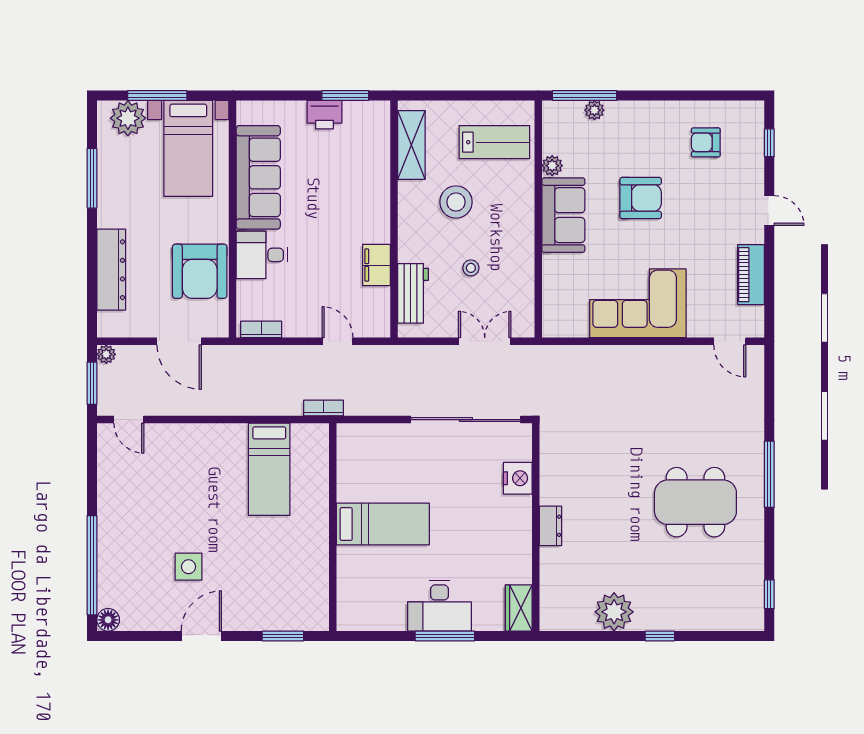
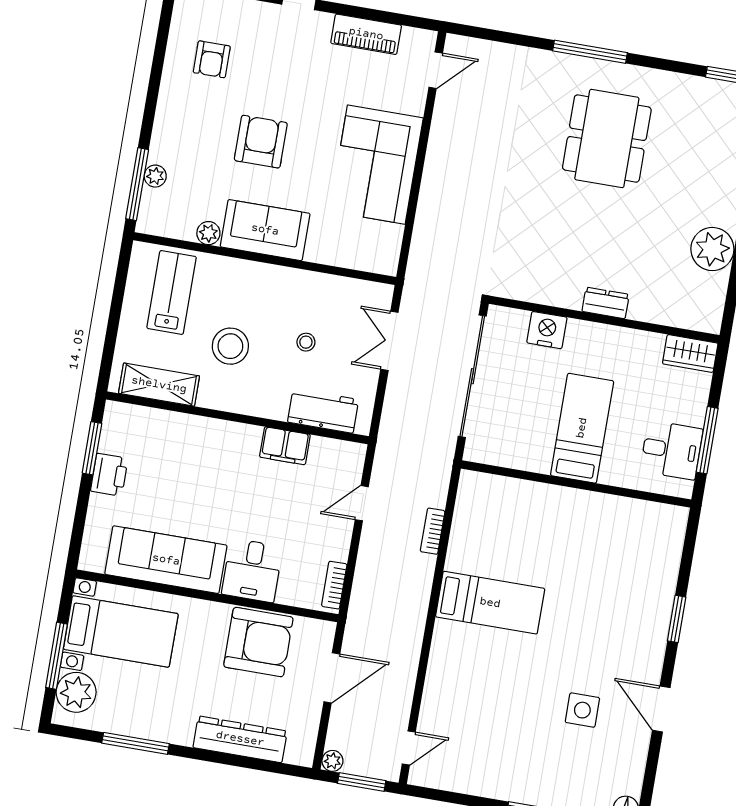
bed: (383, 524) -> (582, 428), moved
wall: (333, 527) -> (576, 484), moved
desk: (440, 606) -> (671, 450), width x0.73

